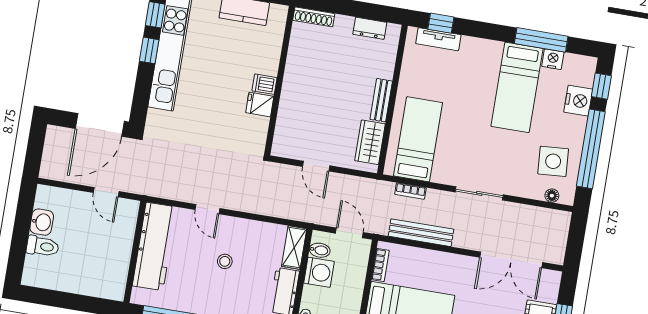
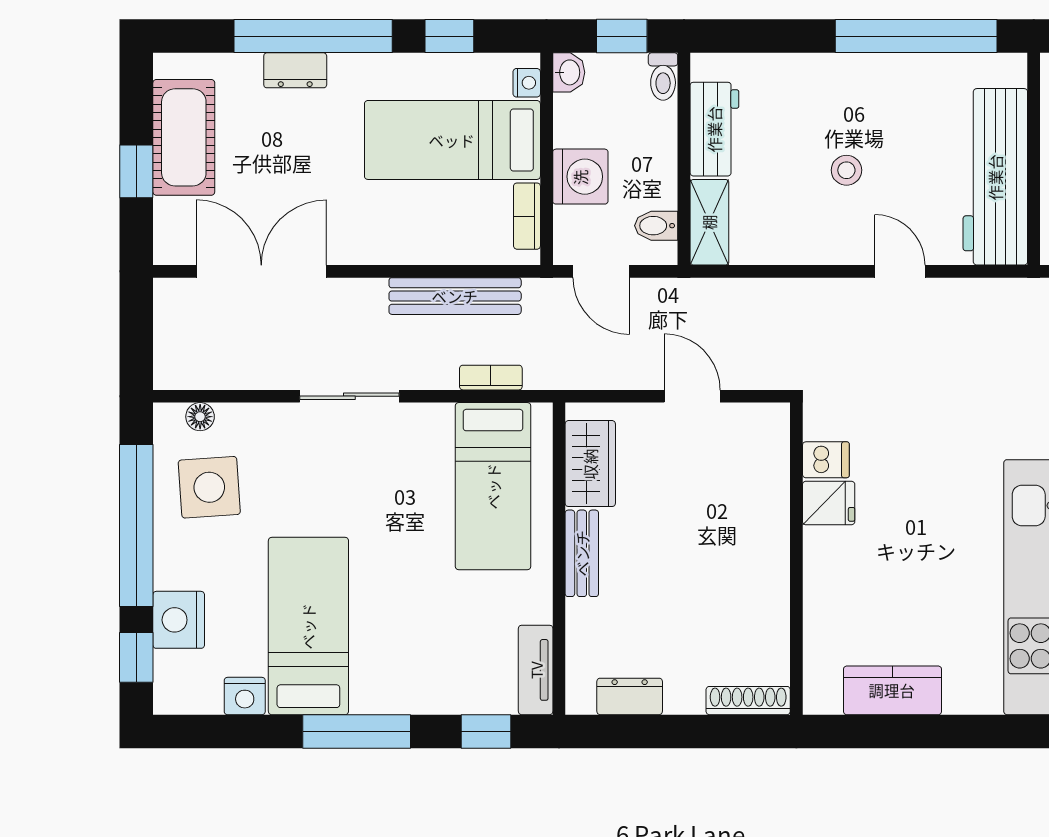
tv unit: (438, 39) -> (536, 670), moved, turned -90
window: (541, 40) -> (357, 731), moved
dishwasher: (265, 84) -> (826, 460), moved
washing machine: (319, 272) -> (580, 177), moved, turned 180

